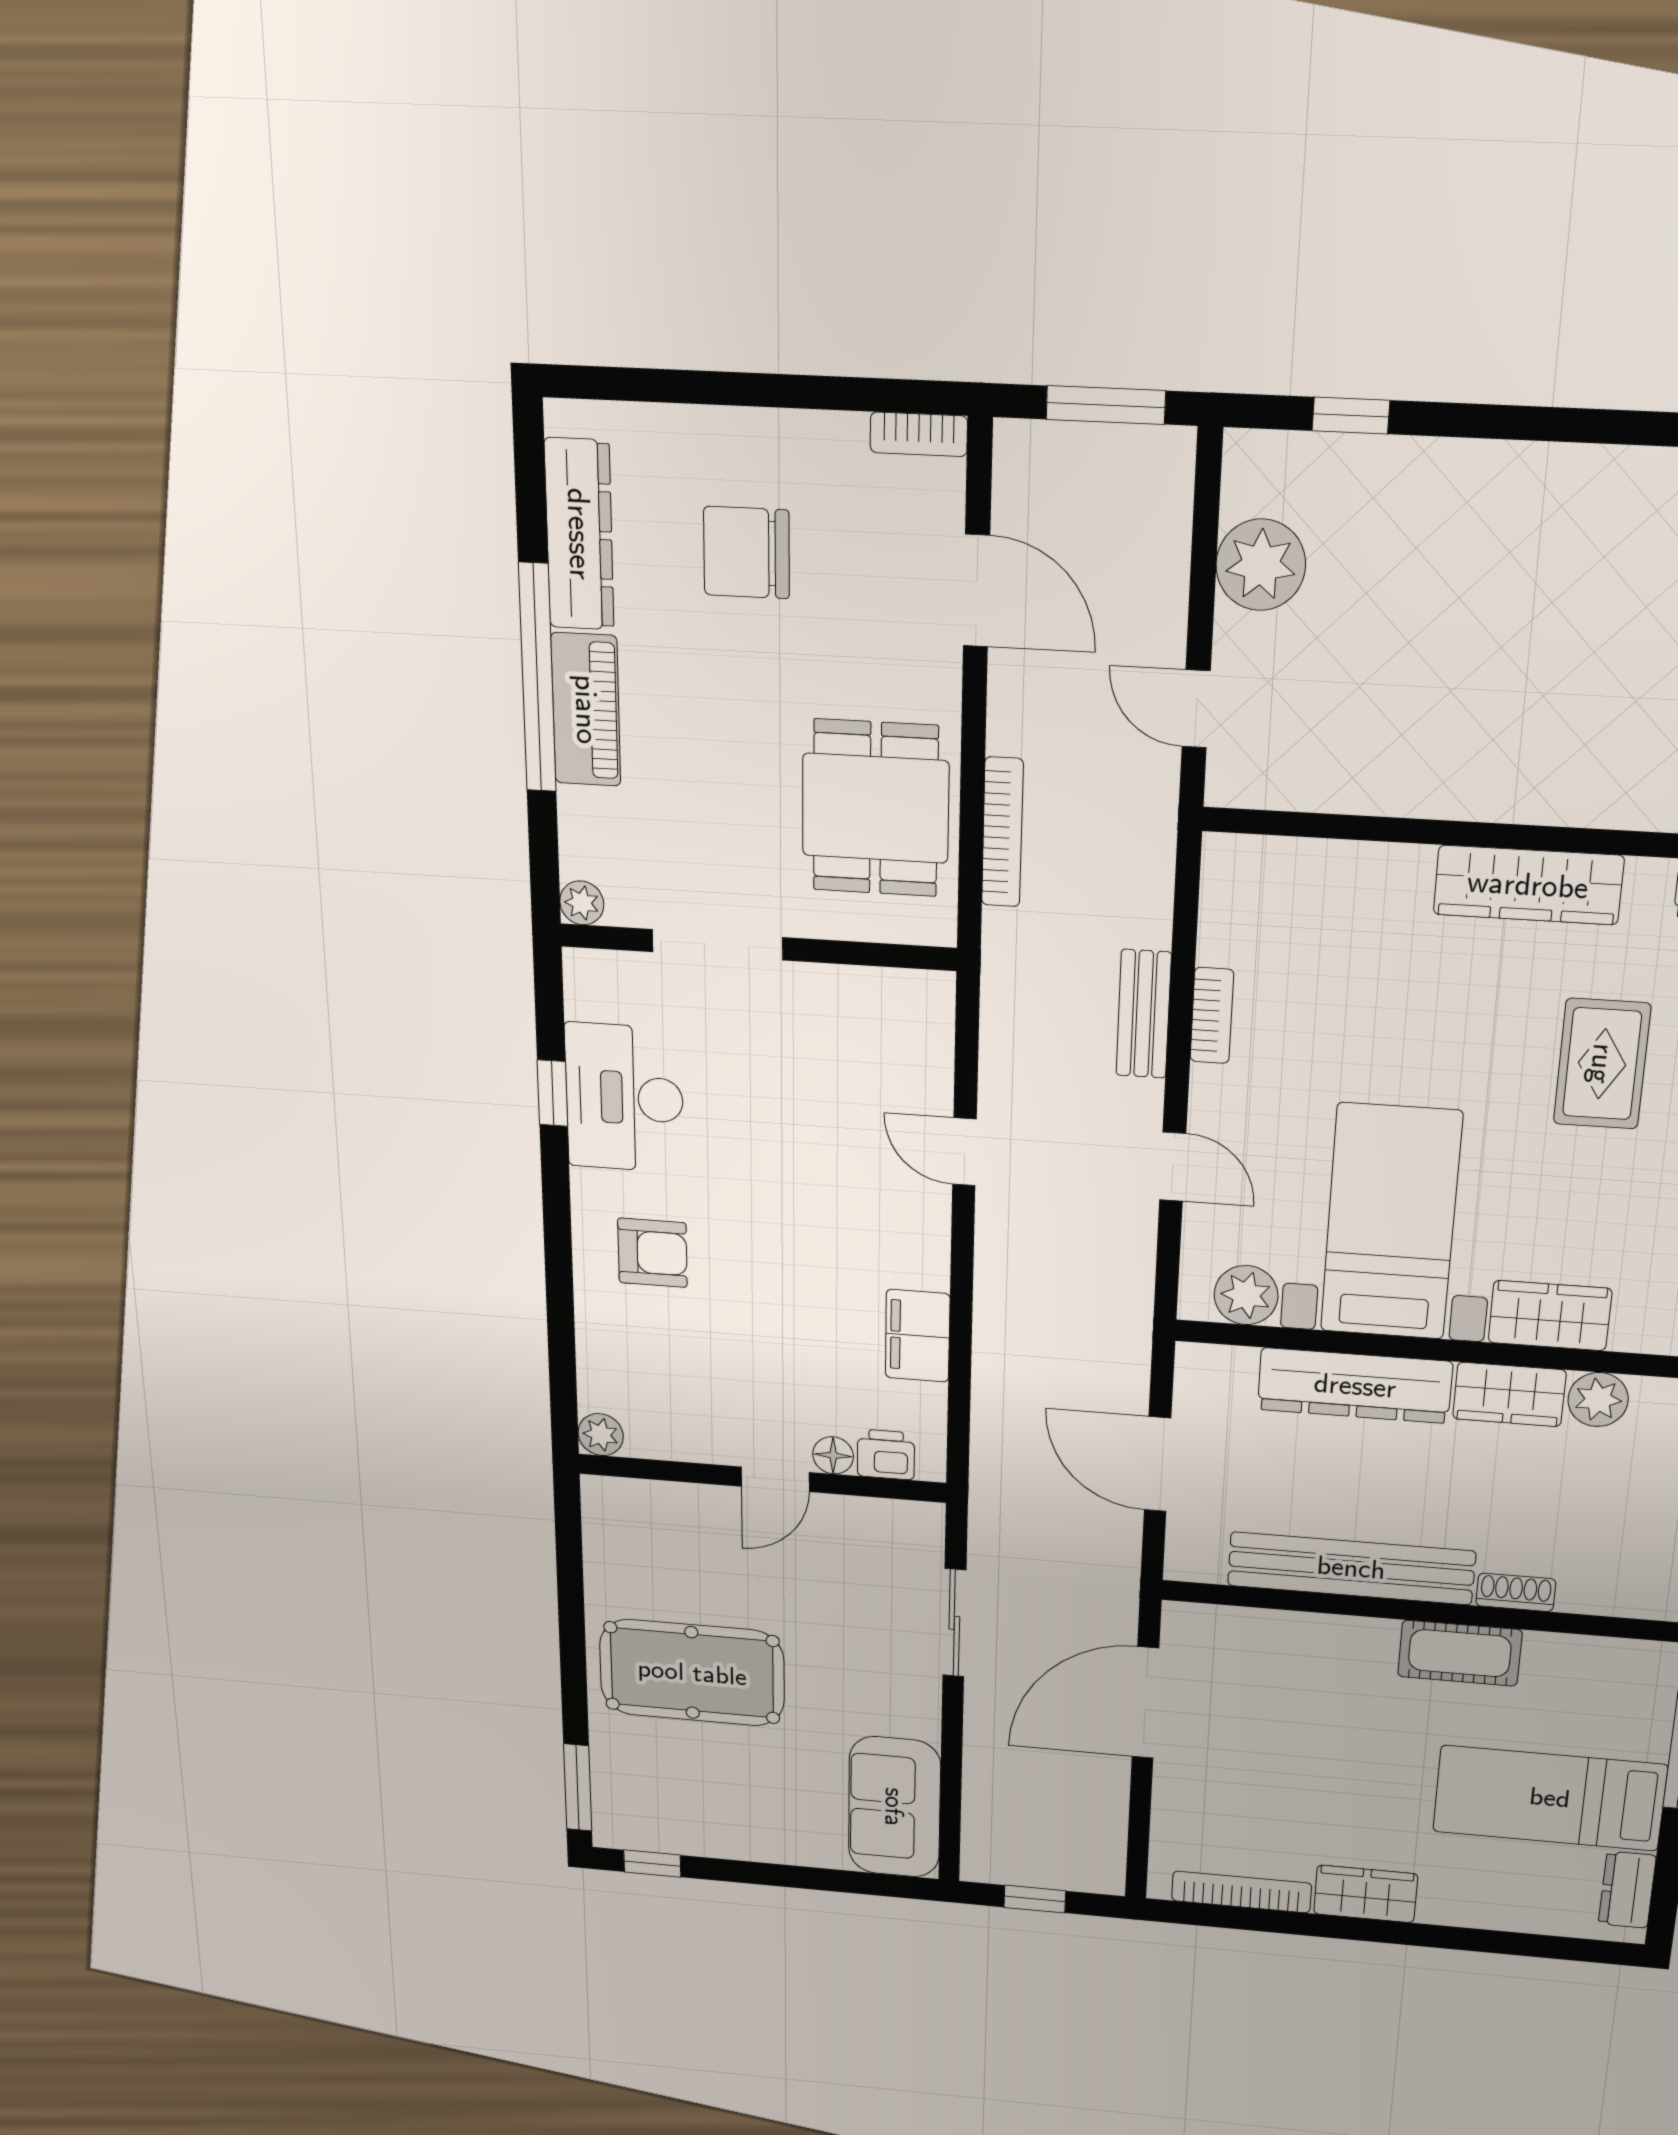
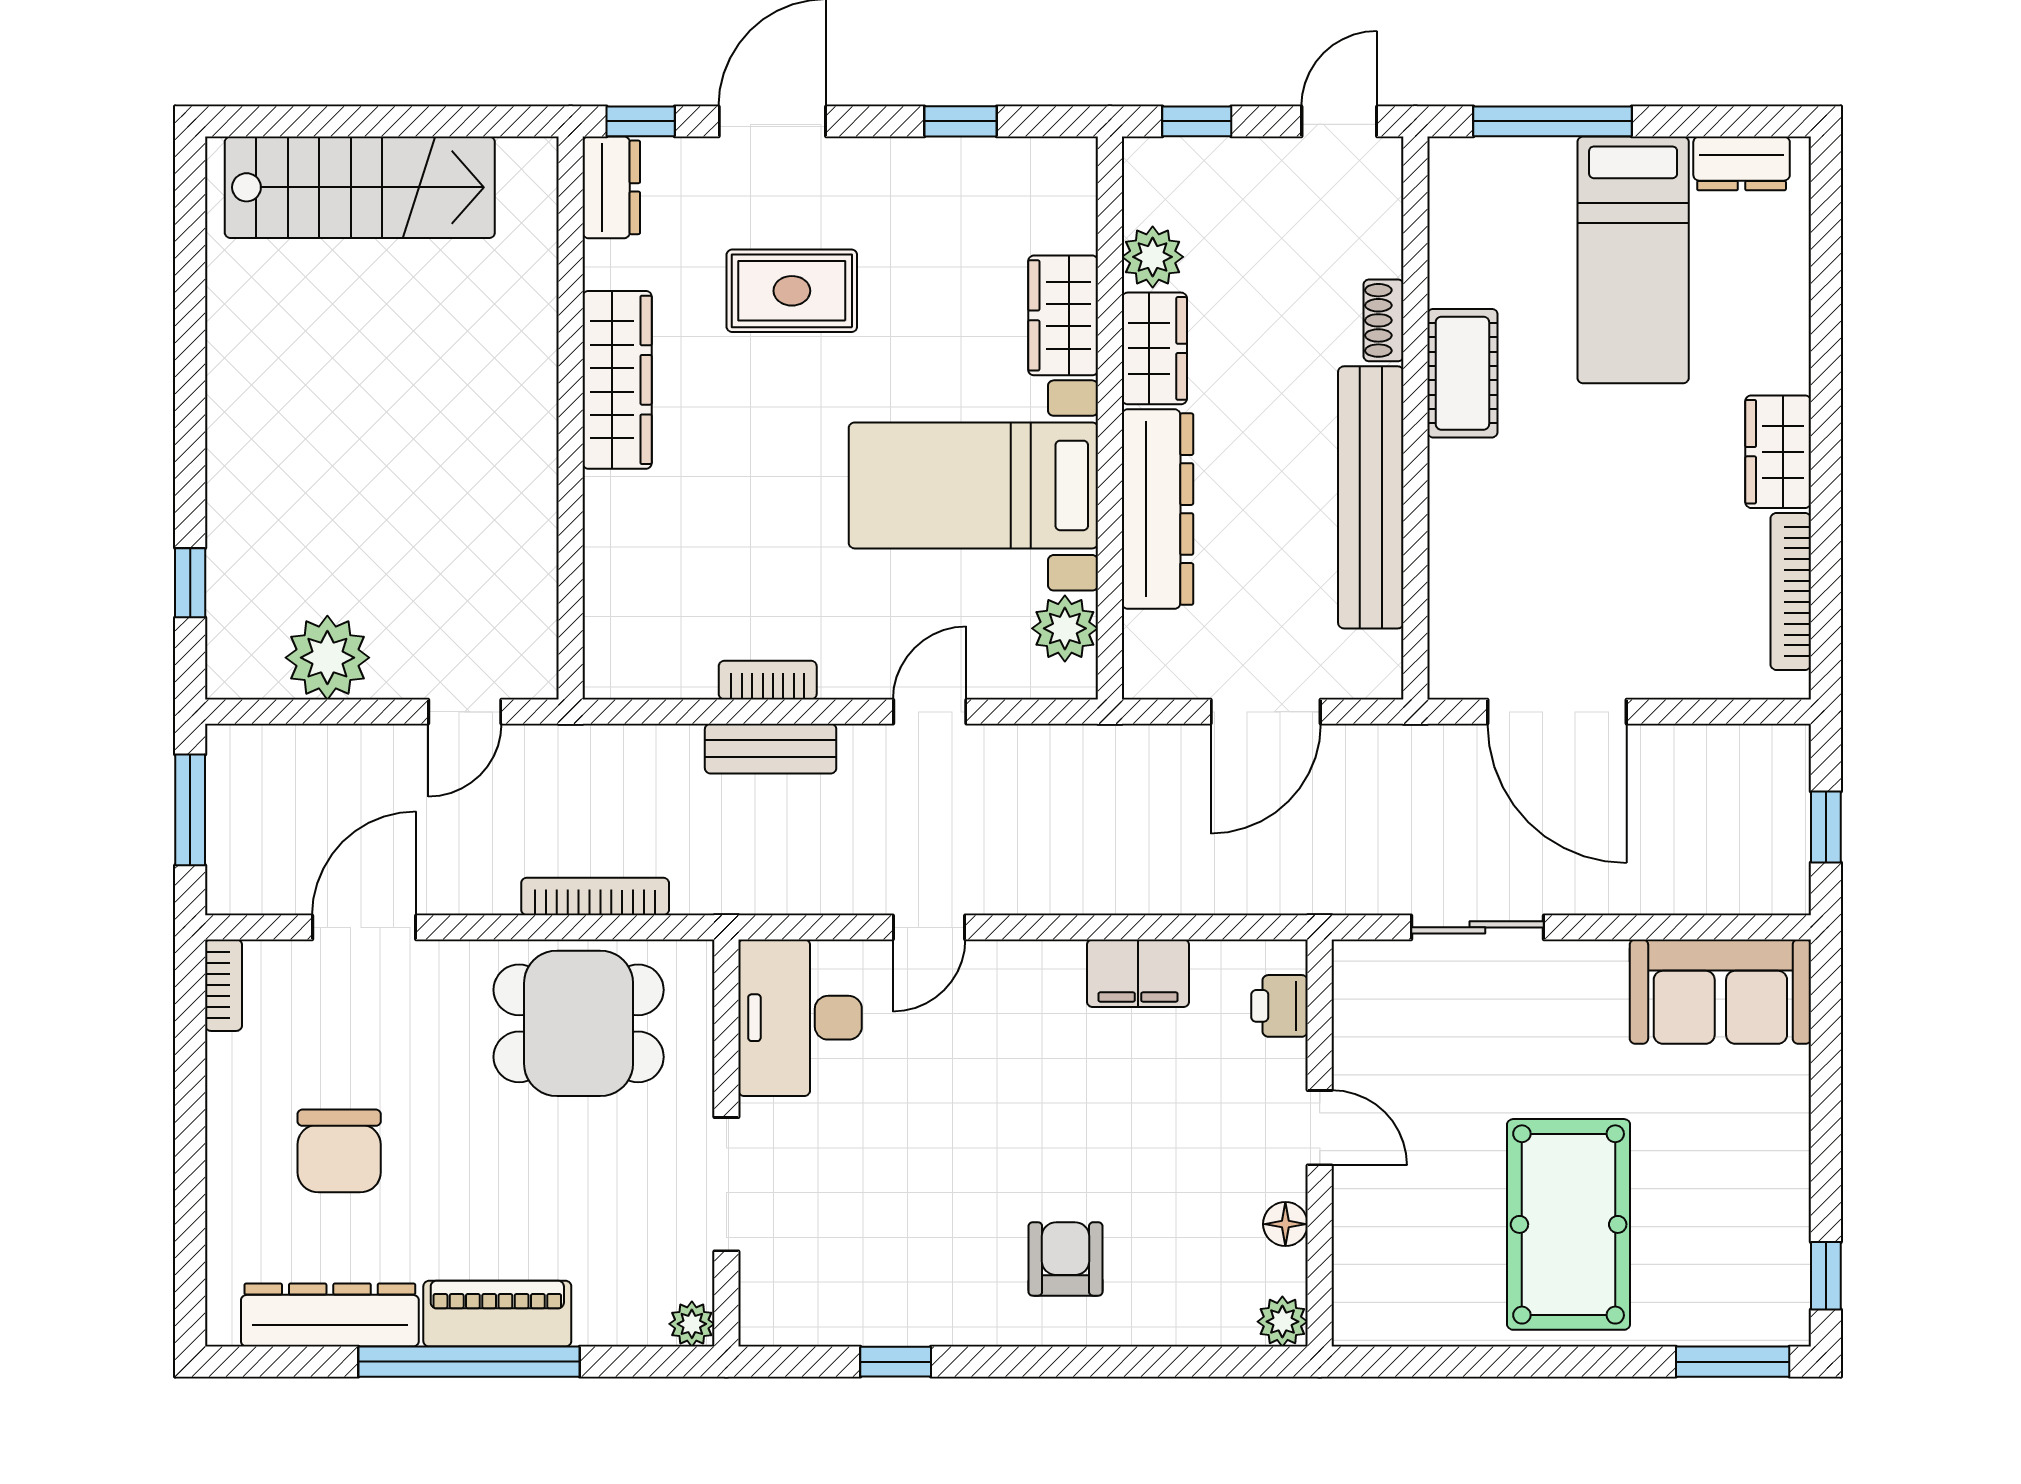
desk: (624, 1098) -> (800, 1018), moved, turned 90
floor lamp: (833, 1455) -> (1285, 1224), moved

